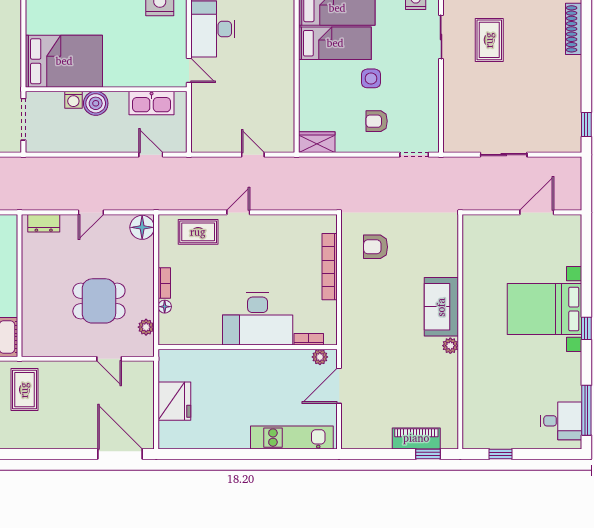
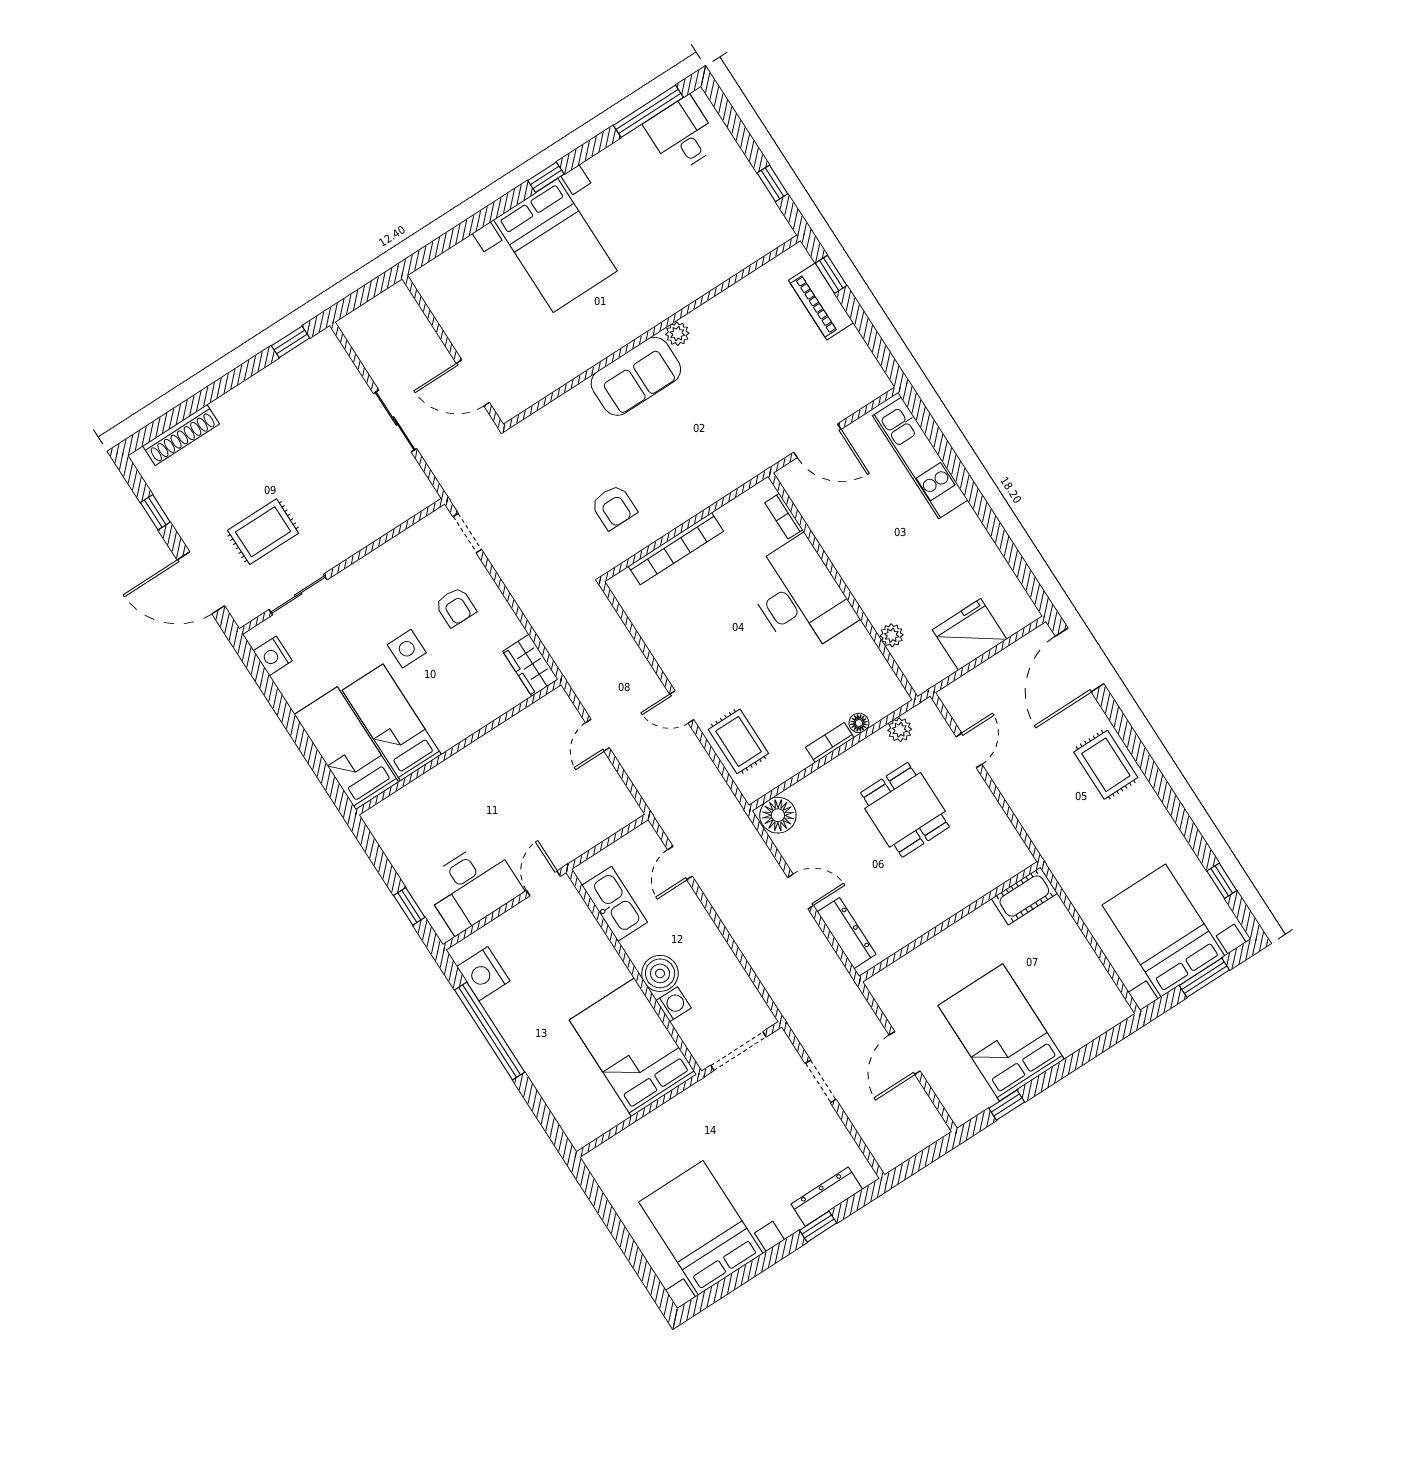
door: (537, 212) -> (473, 383), moved
dresser: (44, 223) -> (847, 933), width x1.44
plant: (320, 357) -> (892, 635), moved
rug: (24, 390) -> (1106, 765), moved, turned 90

